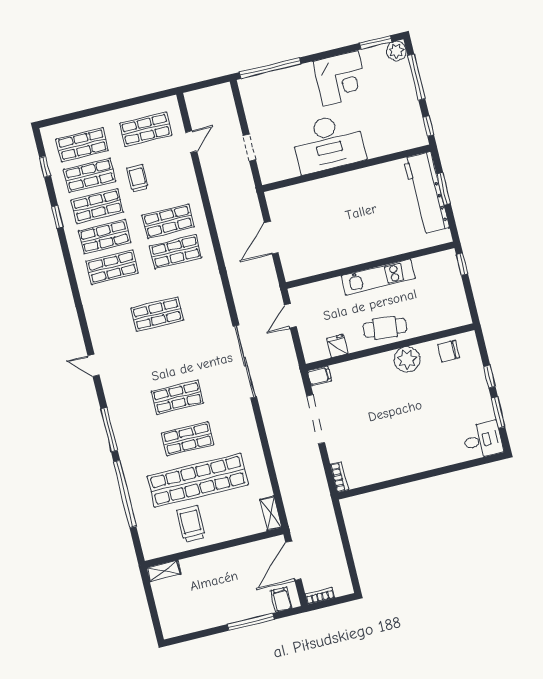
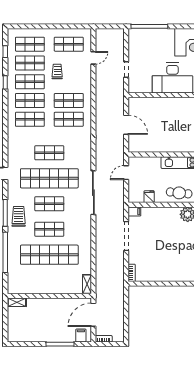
door: (271, 238) -> (126, 125), swing flipped
shop shelf: (167, 356) -> (49, 178), added
trolley: (191, 524) -> (19, 216), moved

